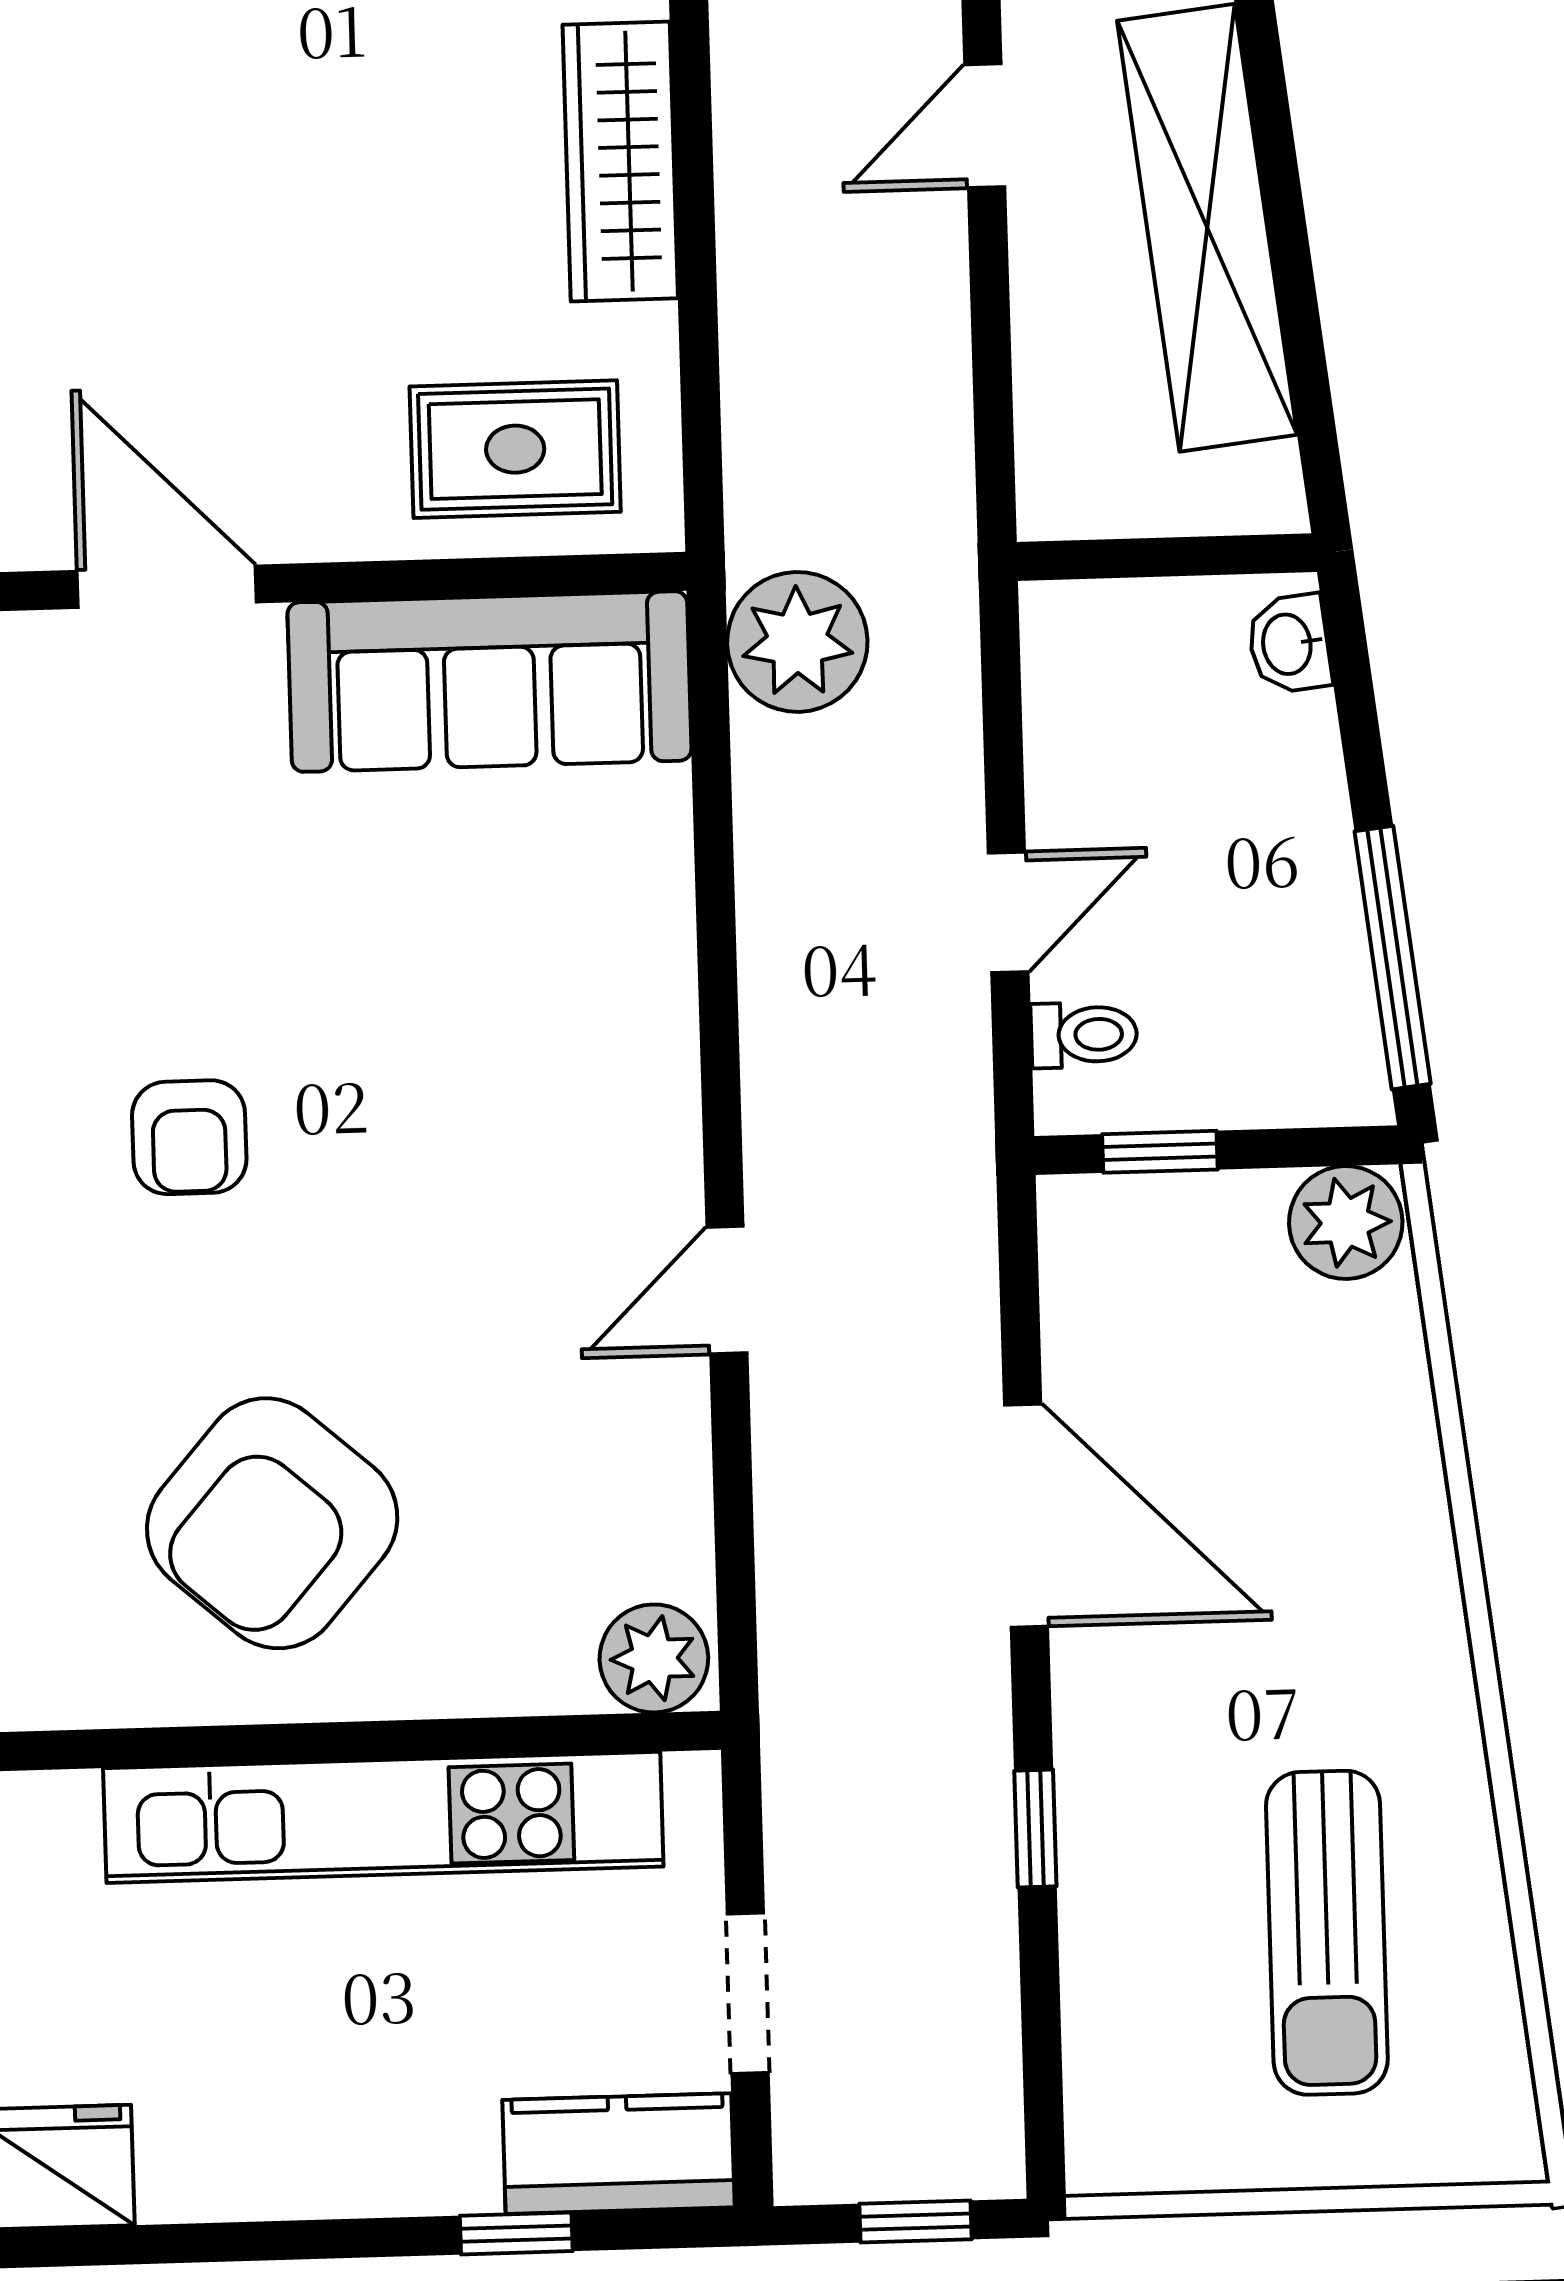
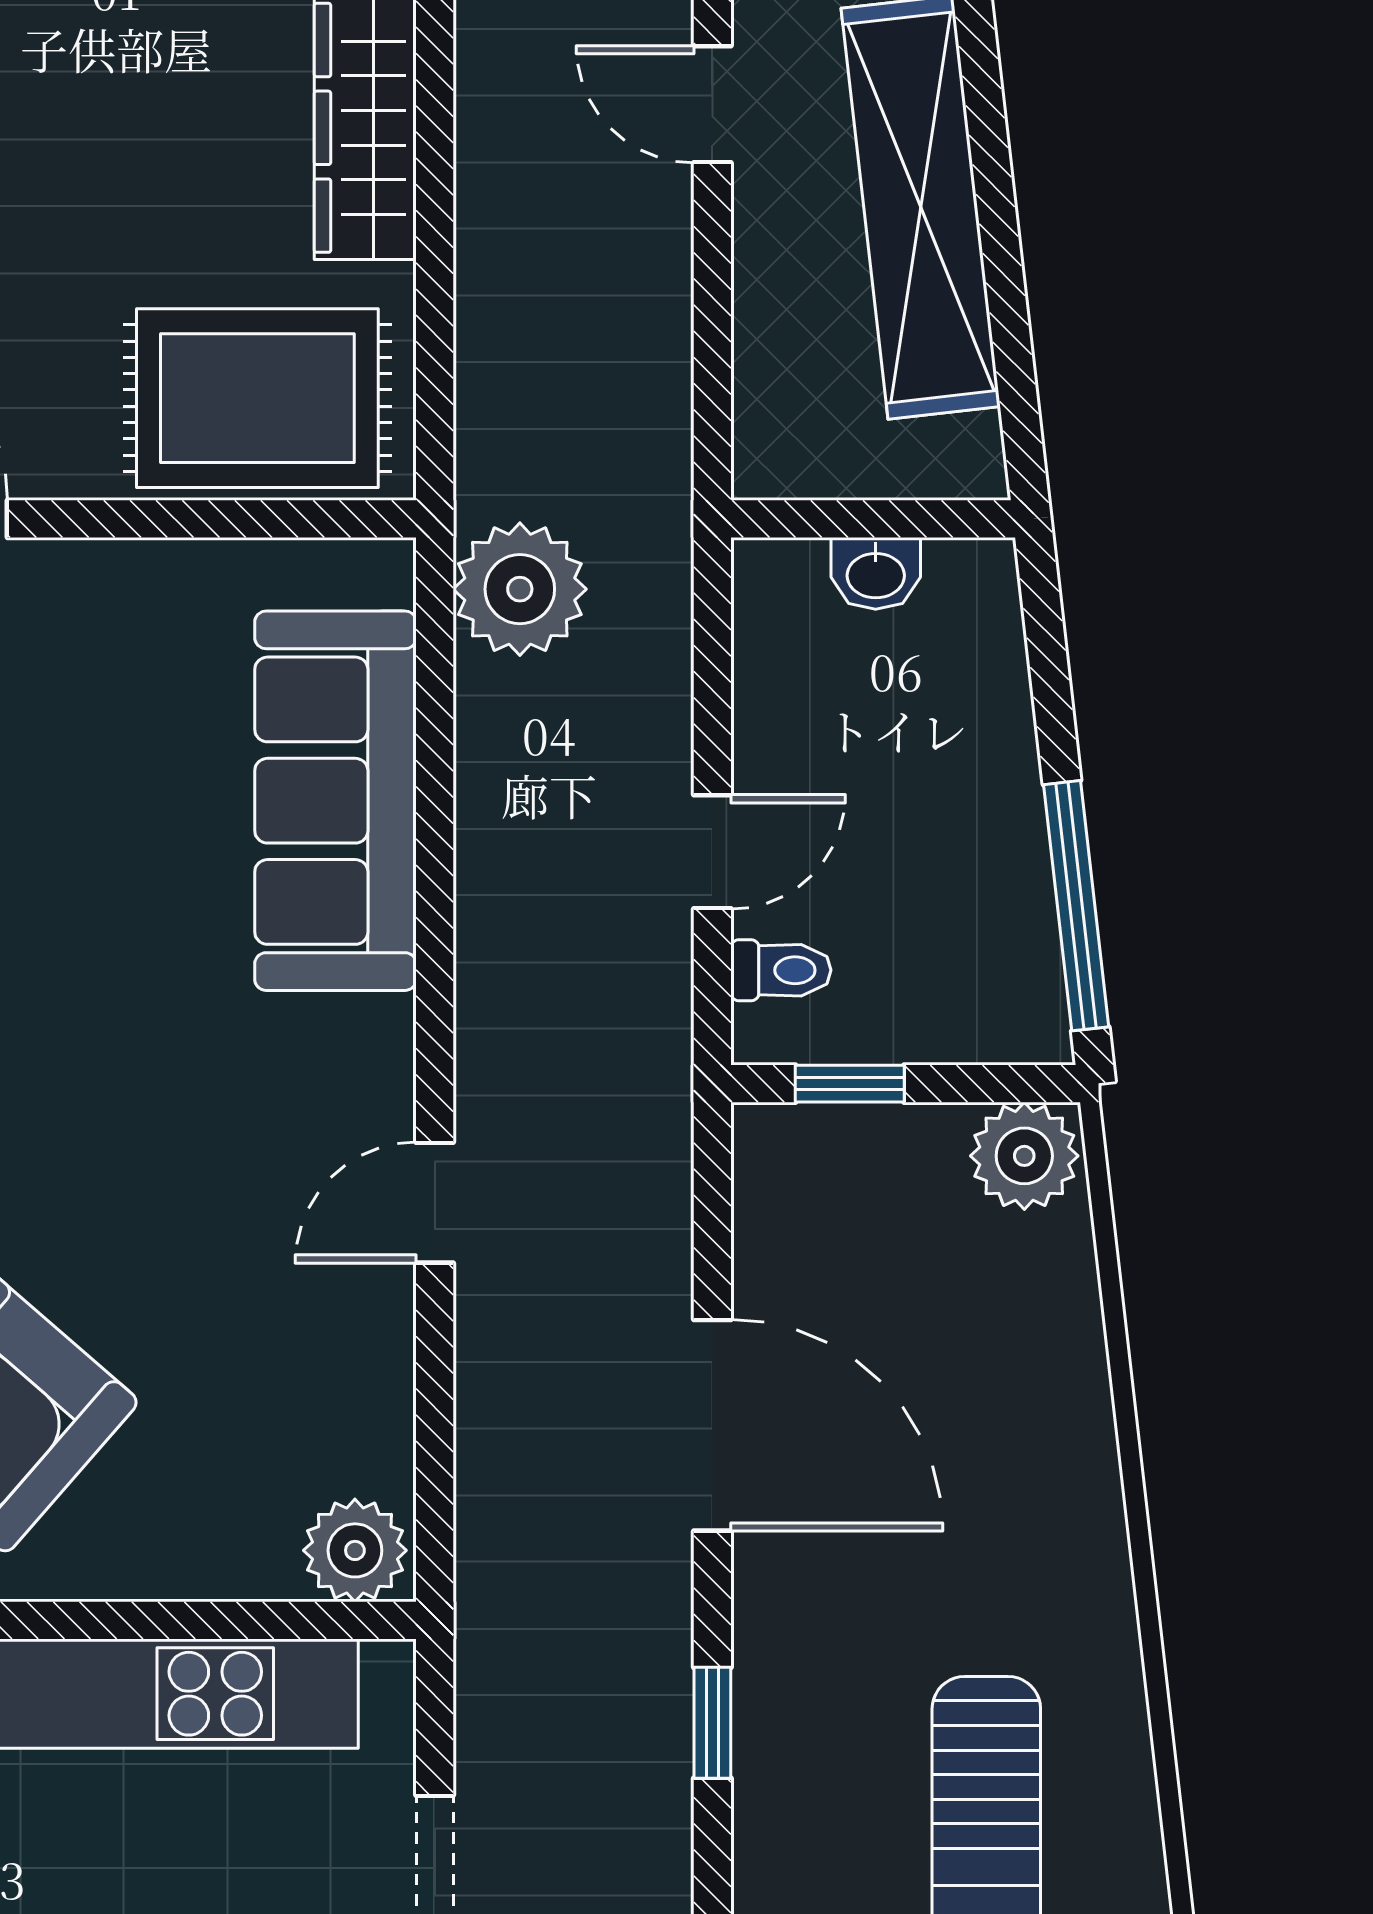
door: (985, 126) -> (712, 104), hinge flipped
rug: (515, 449) -> (257, 398), width x1.36, depth x1.43
washbasin: (1289, 644) -> (876, 573), moved, turned -83
sofa: (489, 682) -> (336, 801), moved, turned 90

